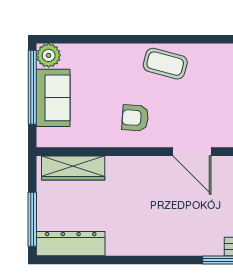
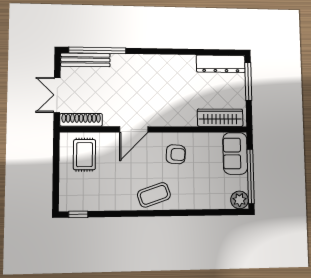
coffee table: (165, 64) -> (154, 195), turned -34
sofa: (53, 98) -> (235, 153), moved
door: (192, 152) -> (134, 129), swing flipped

